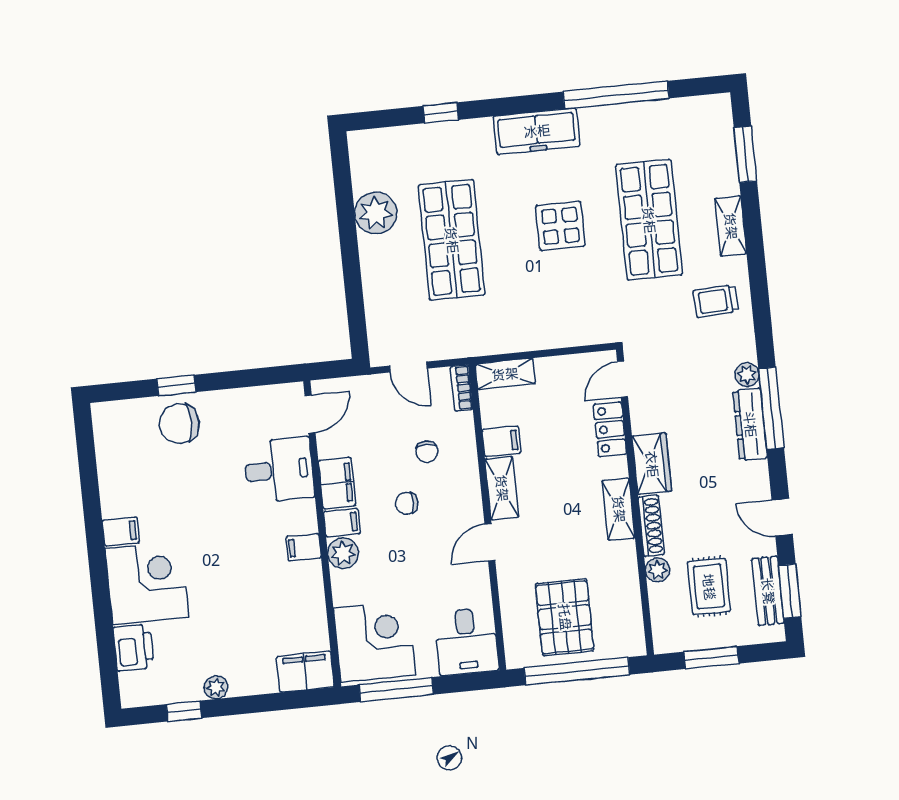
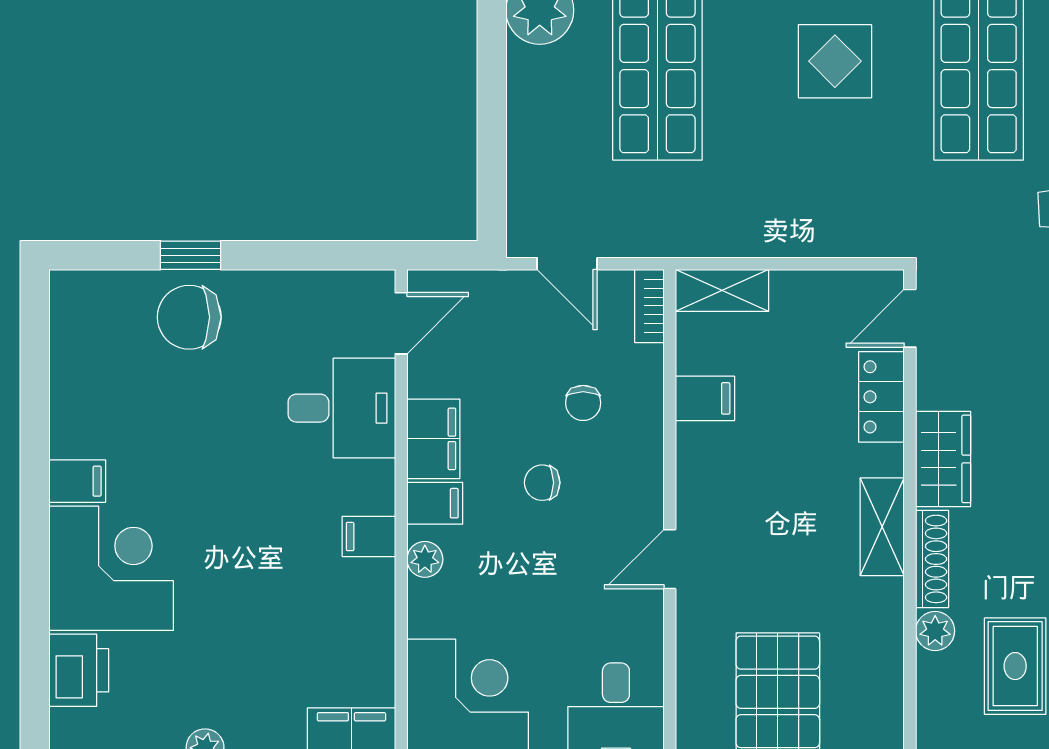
shelving: (502, 488) -> (698, 474), removed
plant: (343, 553) -> (425, 559), width x0.73, depth x0.73

